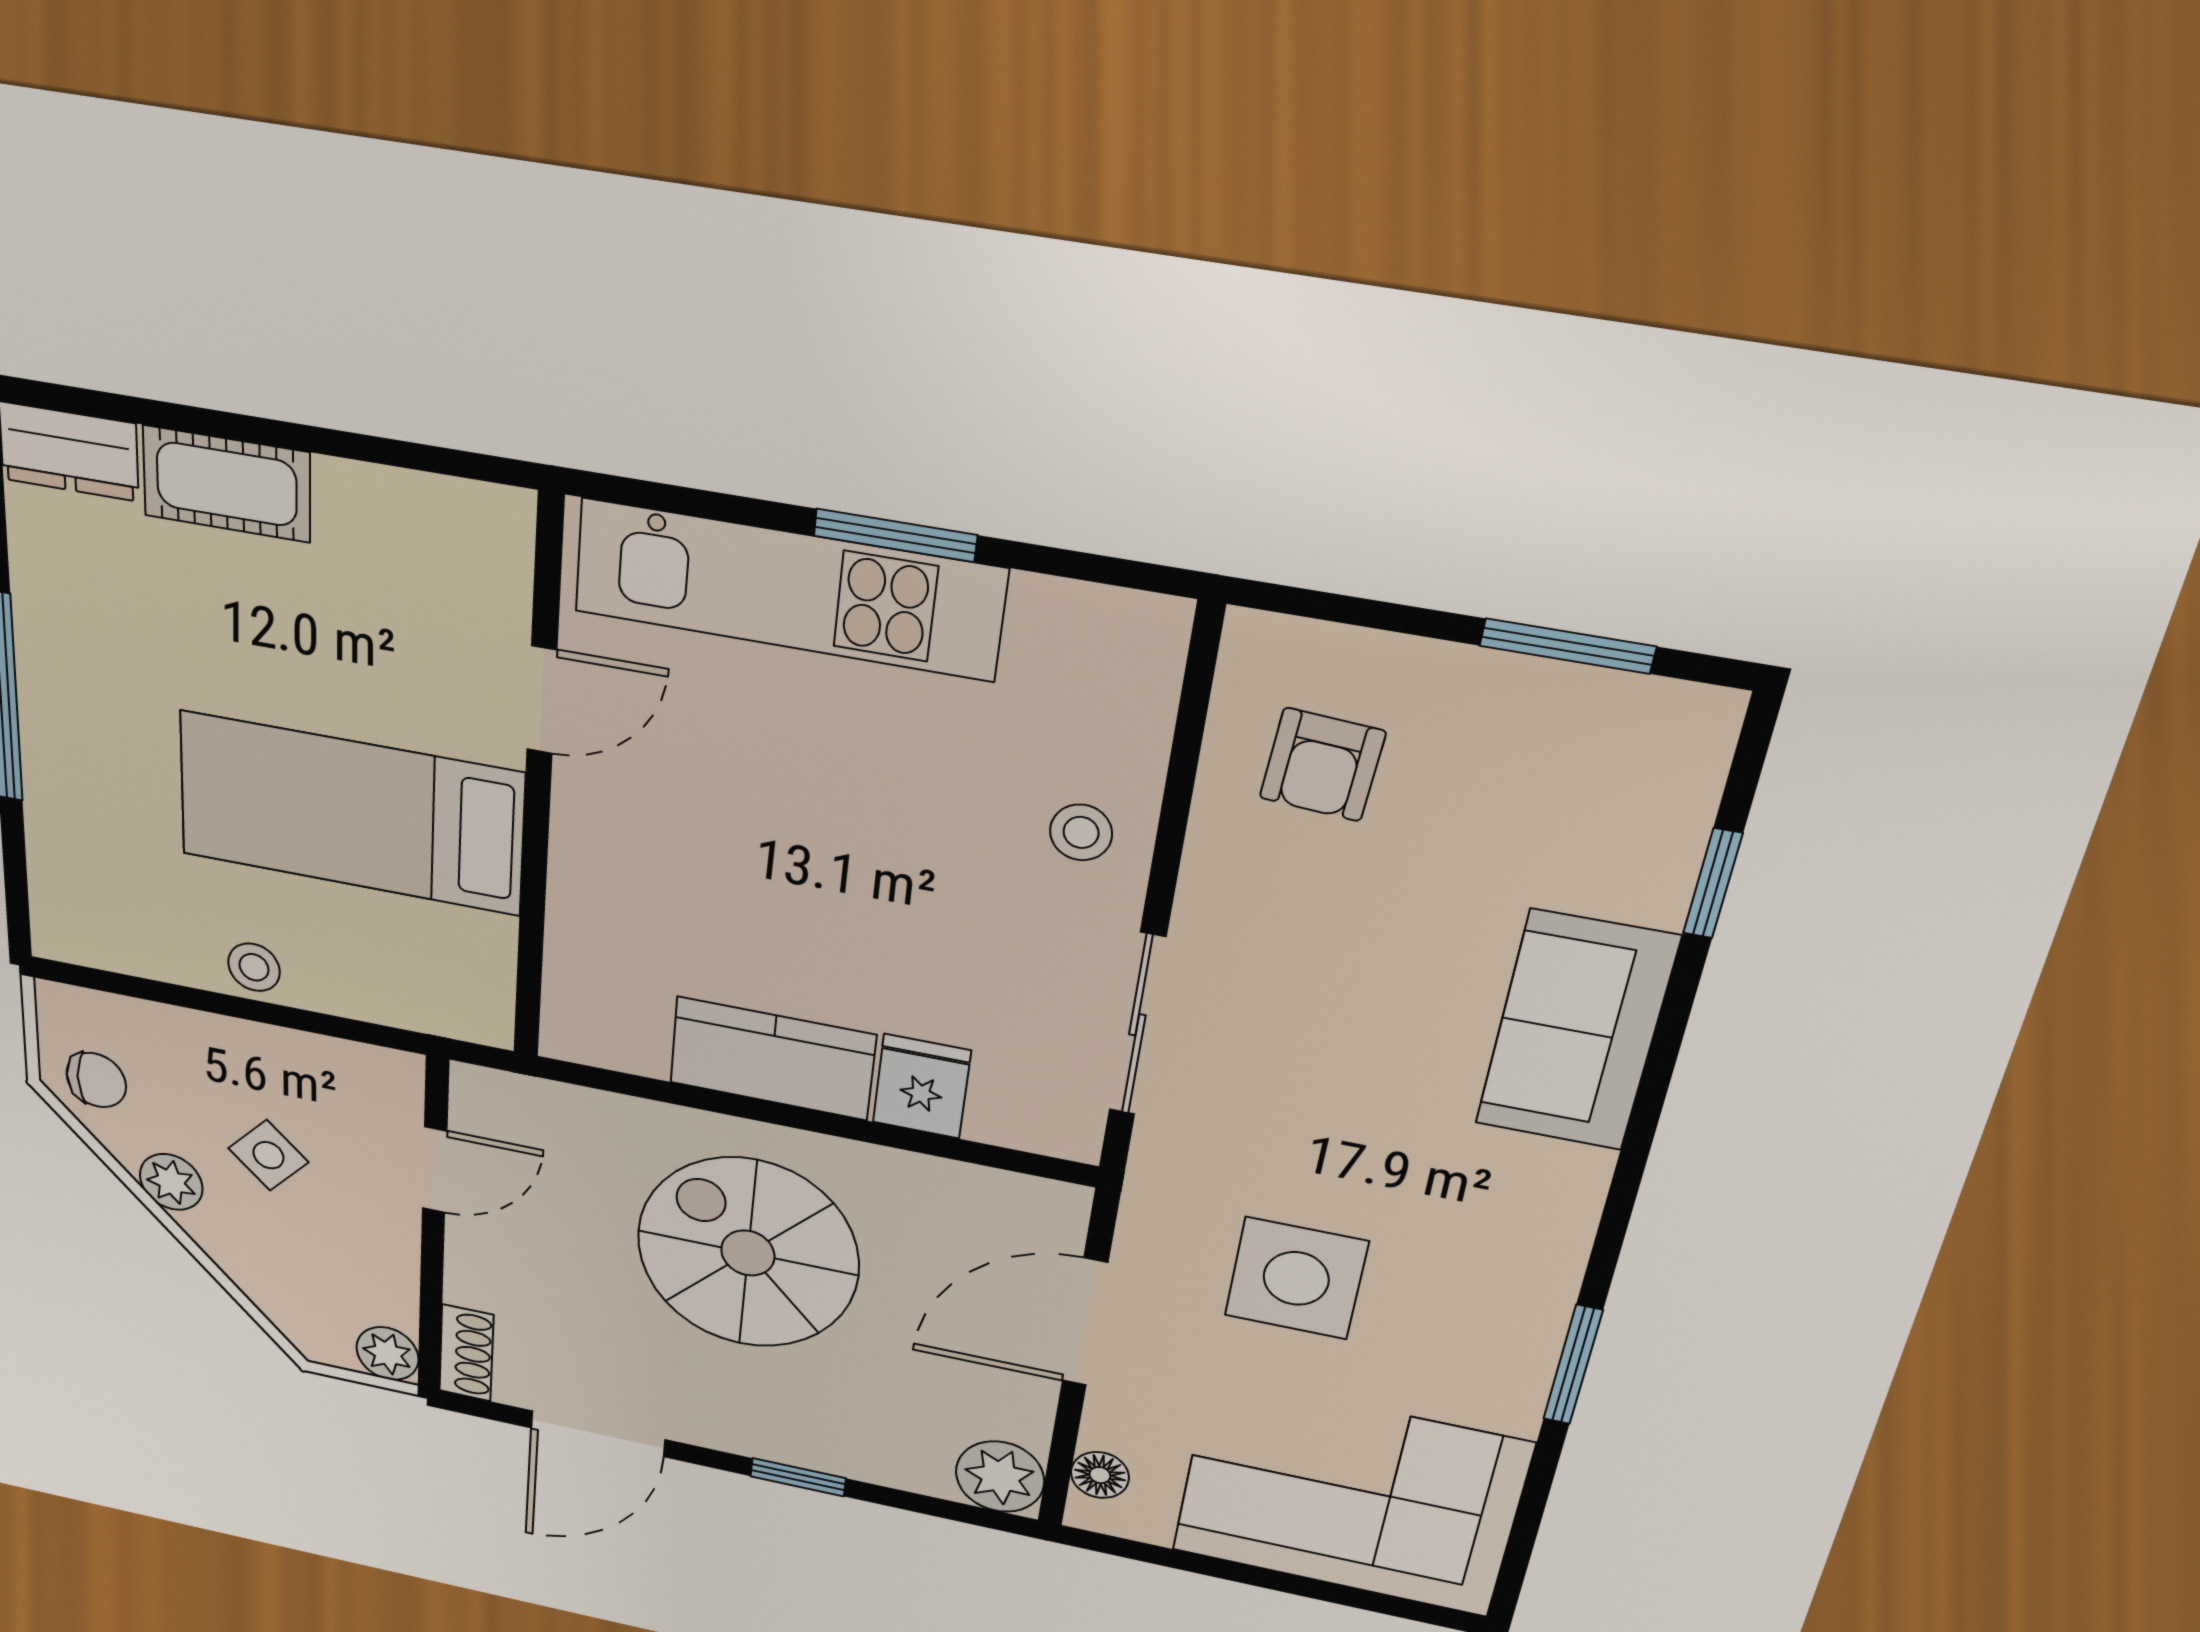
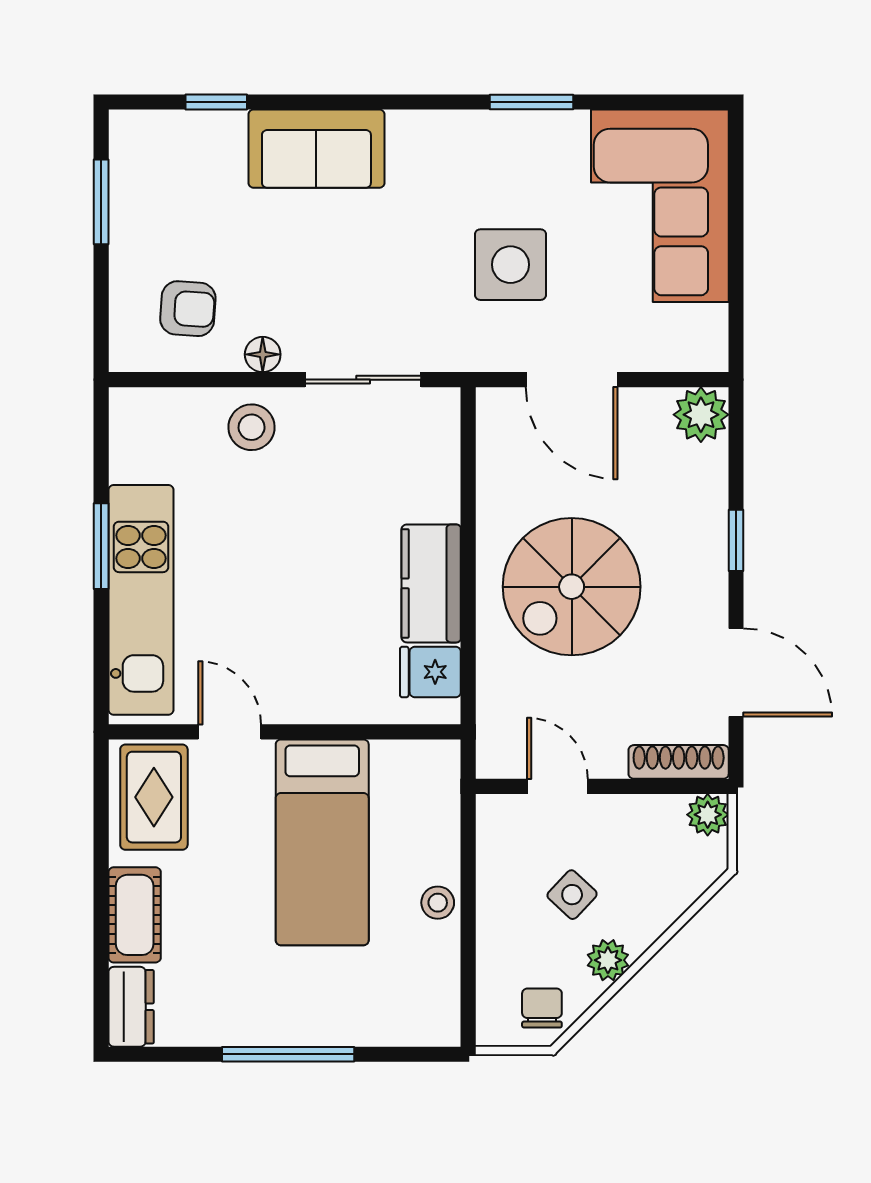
rug: (432, 552) -> (154, 797), added
stool: (1081, 832) -> (252, 427), width x1.37, depth x1.37
fridge: (922, 1086) -> (430, 672), moved
shoe rack: (466, 1353) -> (679, 762), width x1.43
floor lamp: (1100, 1475) -> (263, 354), moved

